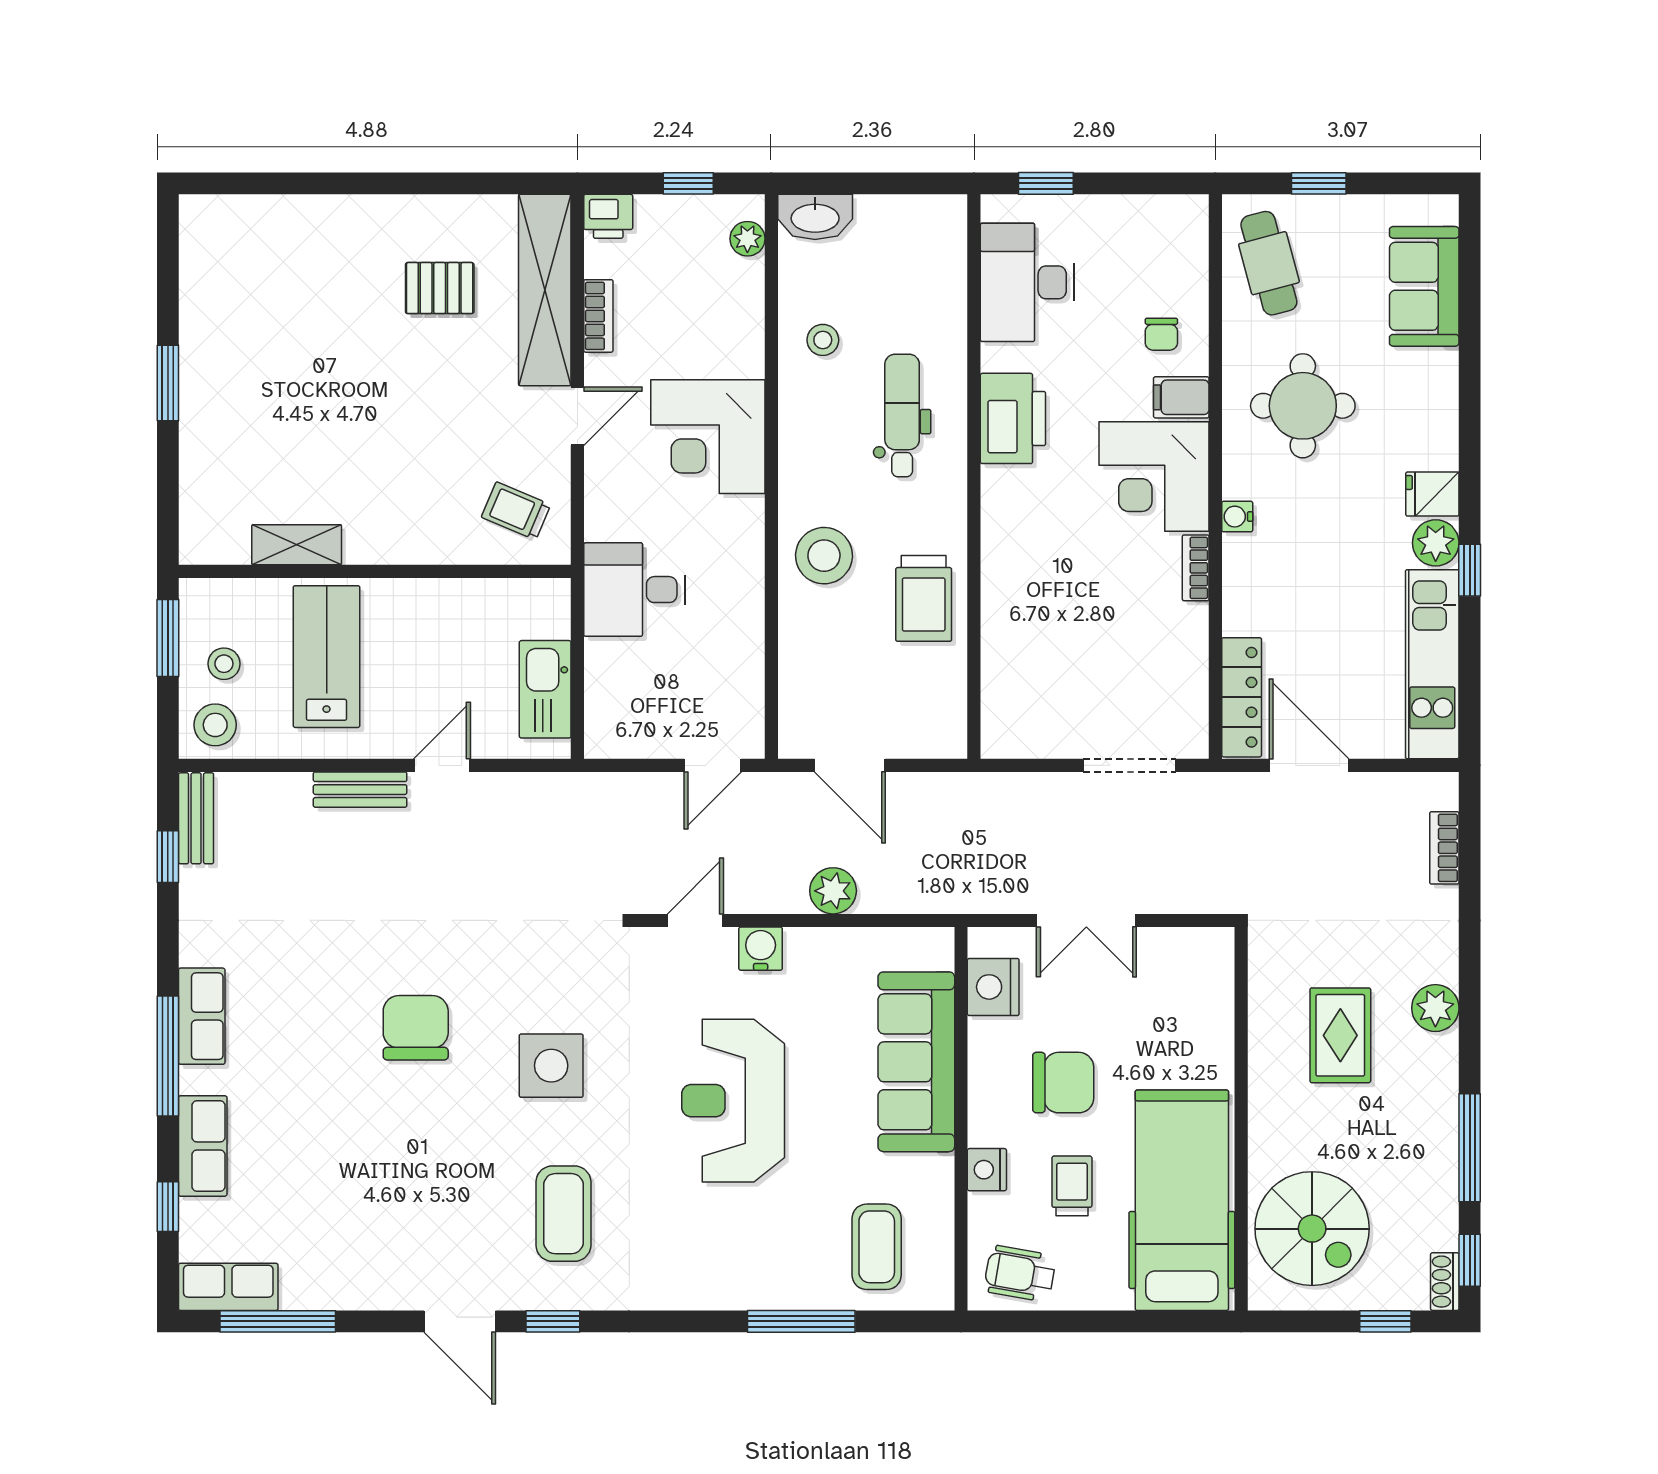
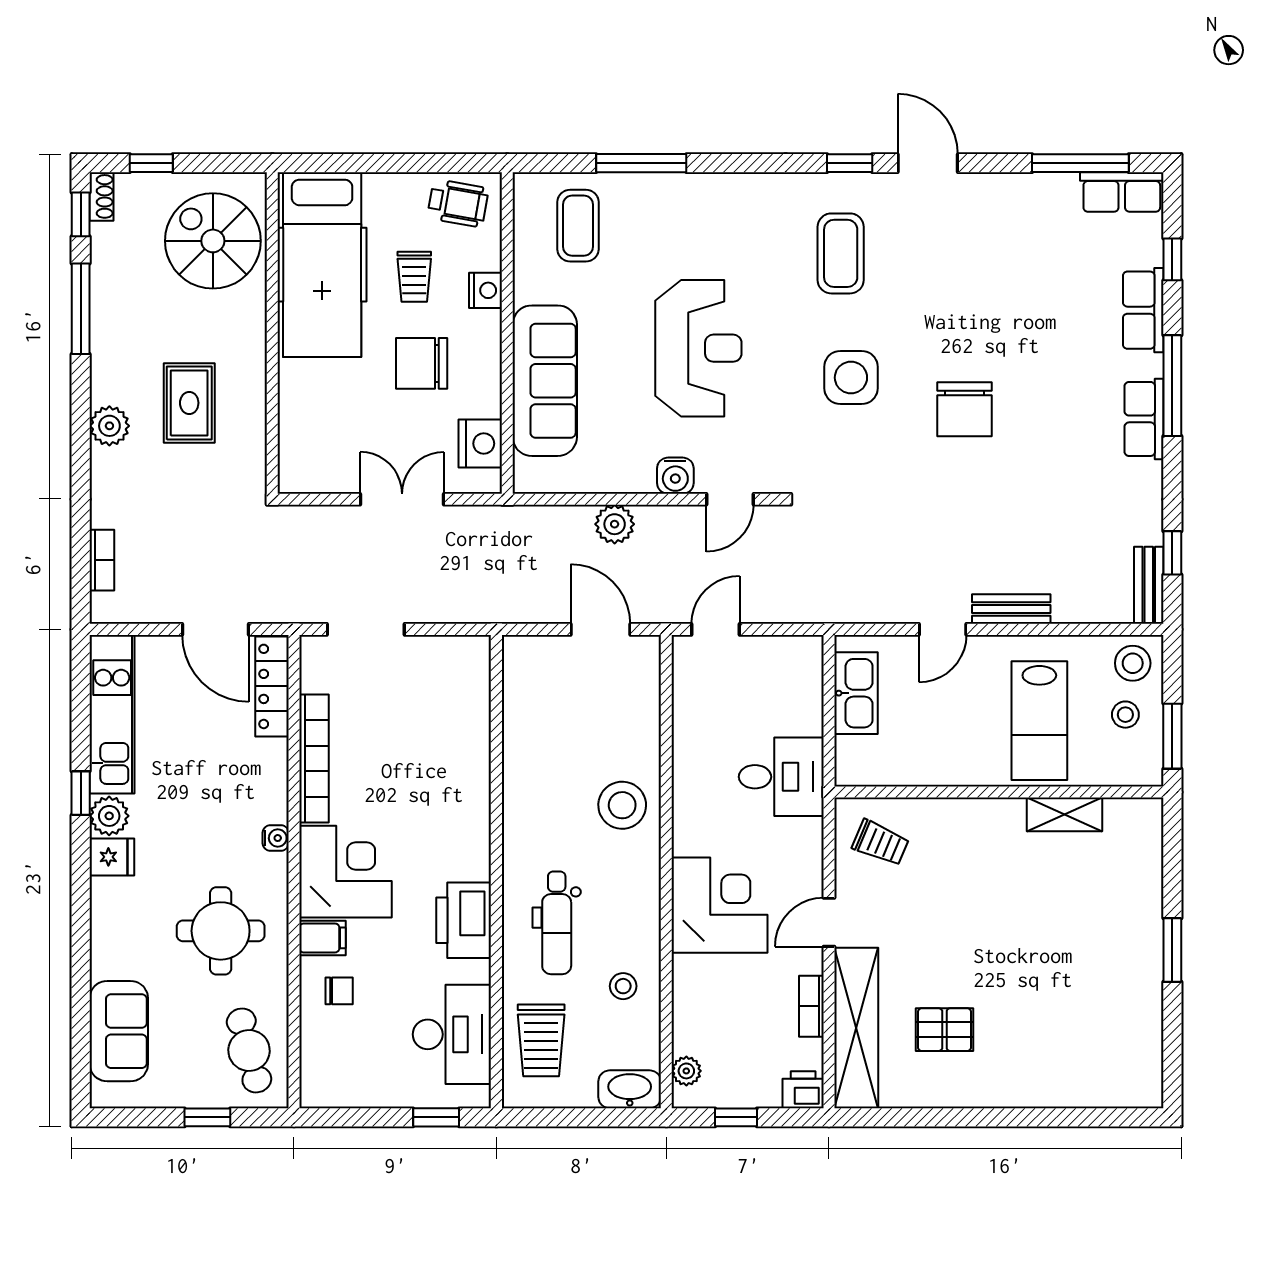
chair: (1161, 334) -> (339, 991), turned 90
bookcase: (1196, 568) -> (314, 759), width x2.31, depth x1.31
trolley: (924, 598) -> (541, 1040), moved, turned 180

